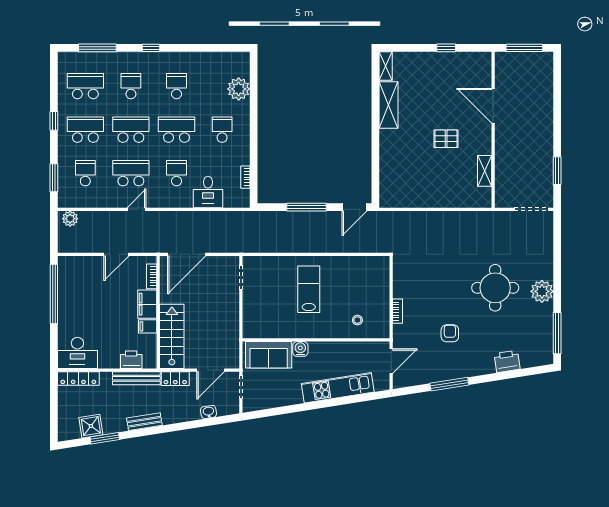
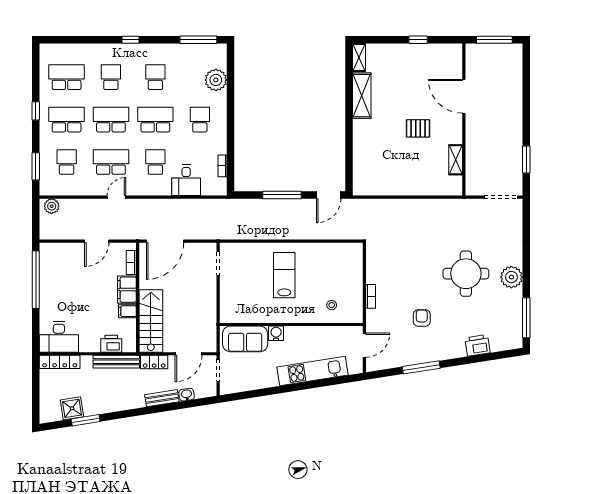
window: (97, 48) -> (198, 40), moved
bench: (144, 422) -> (162, 398), moved

